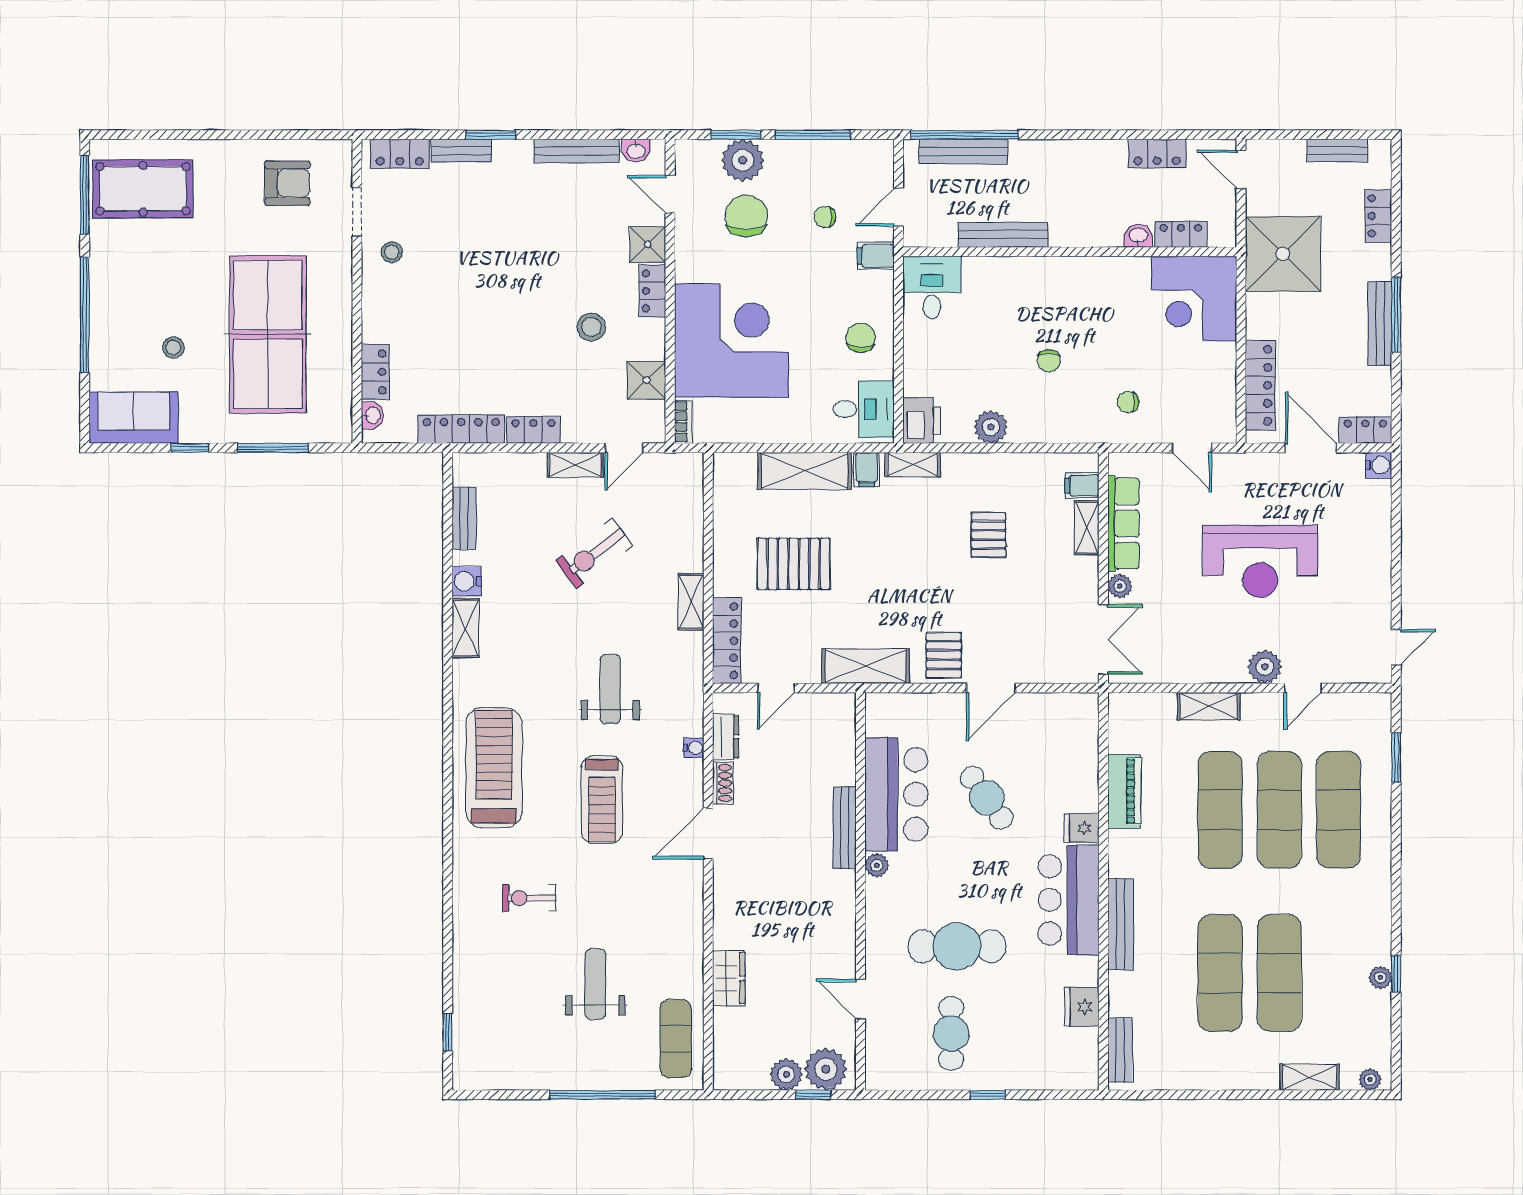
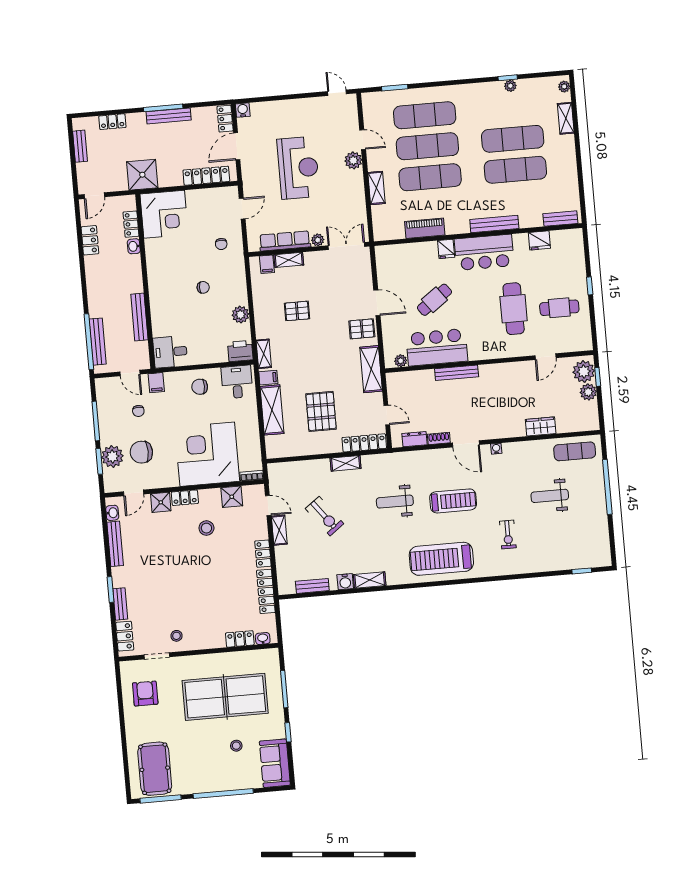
shower: (1283, 254) -> (142, 175), width x0.73, depth x0.73
water cooler: (694, 748) -> (496, 449), moved
plant: (877, 865) -> (401, 361), moved

